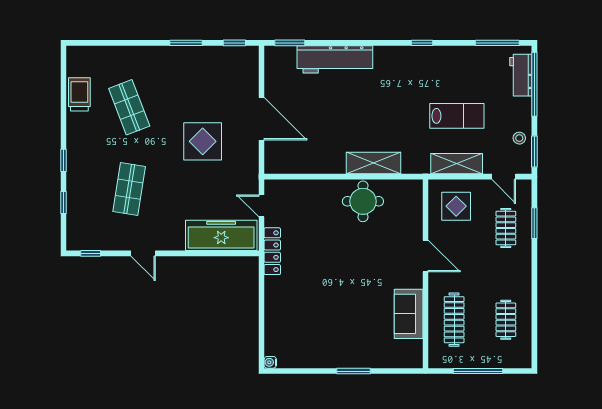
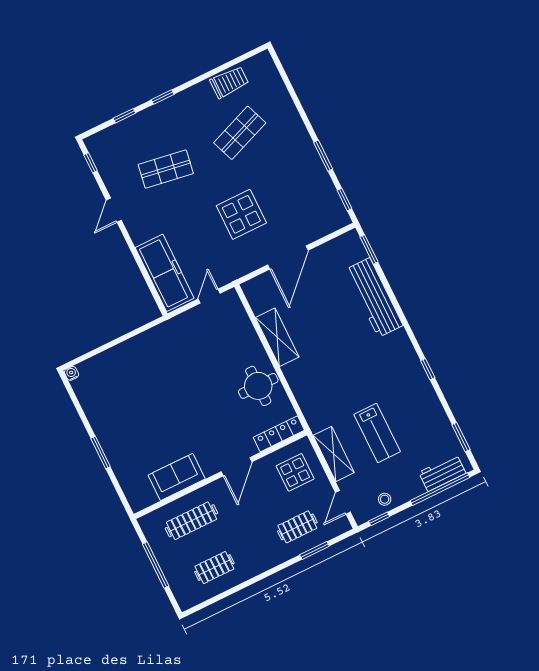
window: (497, 43) -> (461, 437), width x0.69
window: (534, 152) -> (379, 519), width x0.67
shelving: (373, 163) -> (277, 337), moved
locker: (272, 251) -> (279, 434), moved, turned 180

